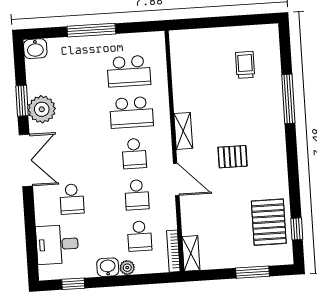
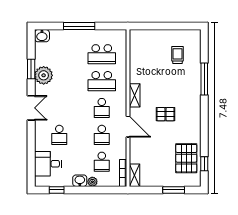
double door: (26, 160) -> (31, 108), width x0.73

